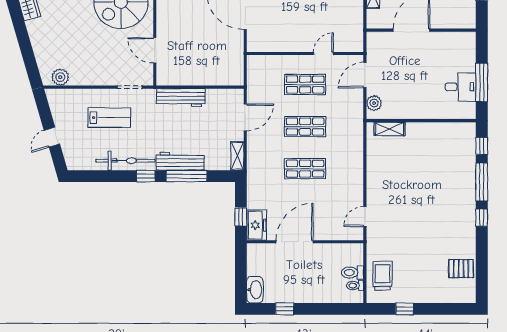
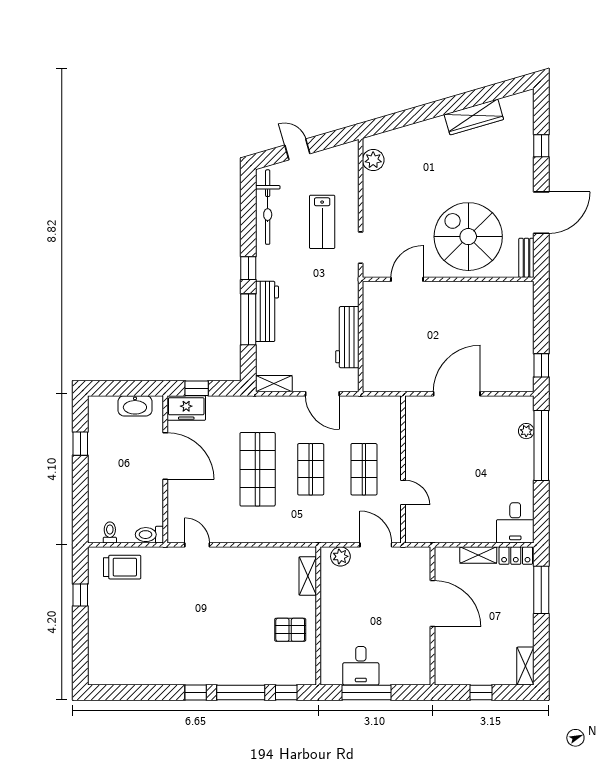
workbench: (181, 98) -> (347, 337), moved
bicycle: (125, 161) -> (268, 207), moved
shop shelf: (305, 169) -> (258, 469), width x1.43, depth x1.36
pallet: (461, 269) -> (290, 630), moved, turned 90
toilet: (352, 273) -> (149, 535), moved, turned -90
washbasin: (255, 290) -> (135, 406), moved

